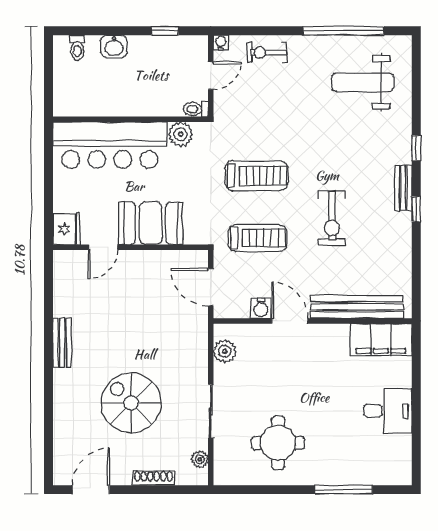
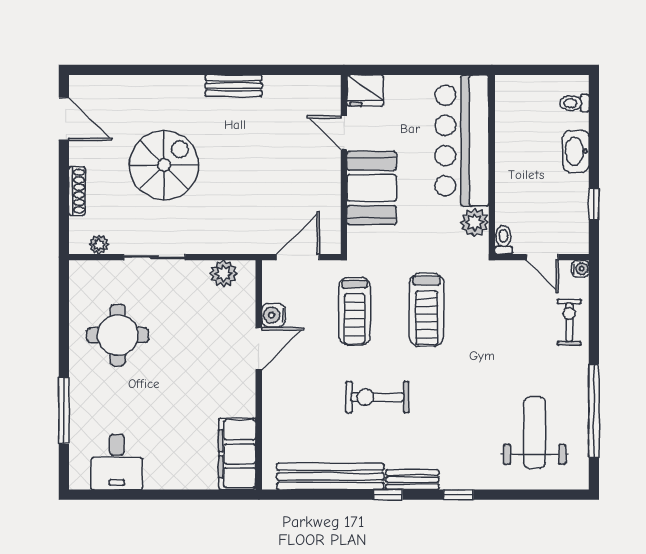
washbasin: (114, 46) -> (576, 151), width x1.38
bench: (357, 307) -> (330, 476), moved, turned 90
desk: (388, 411) -> (117, 462), moved

